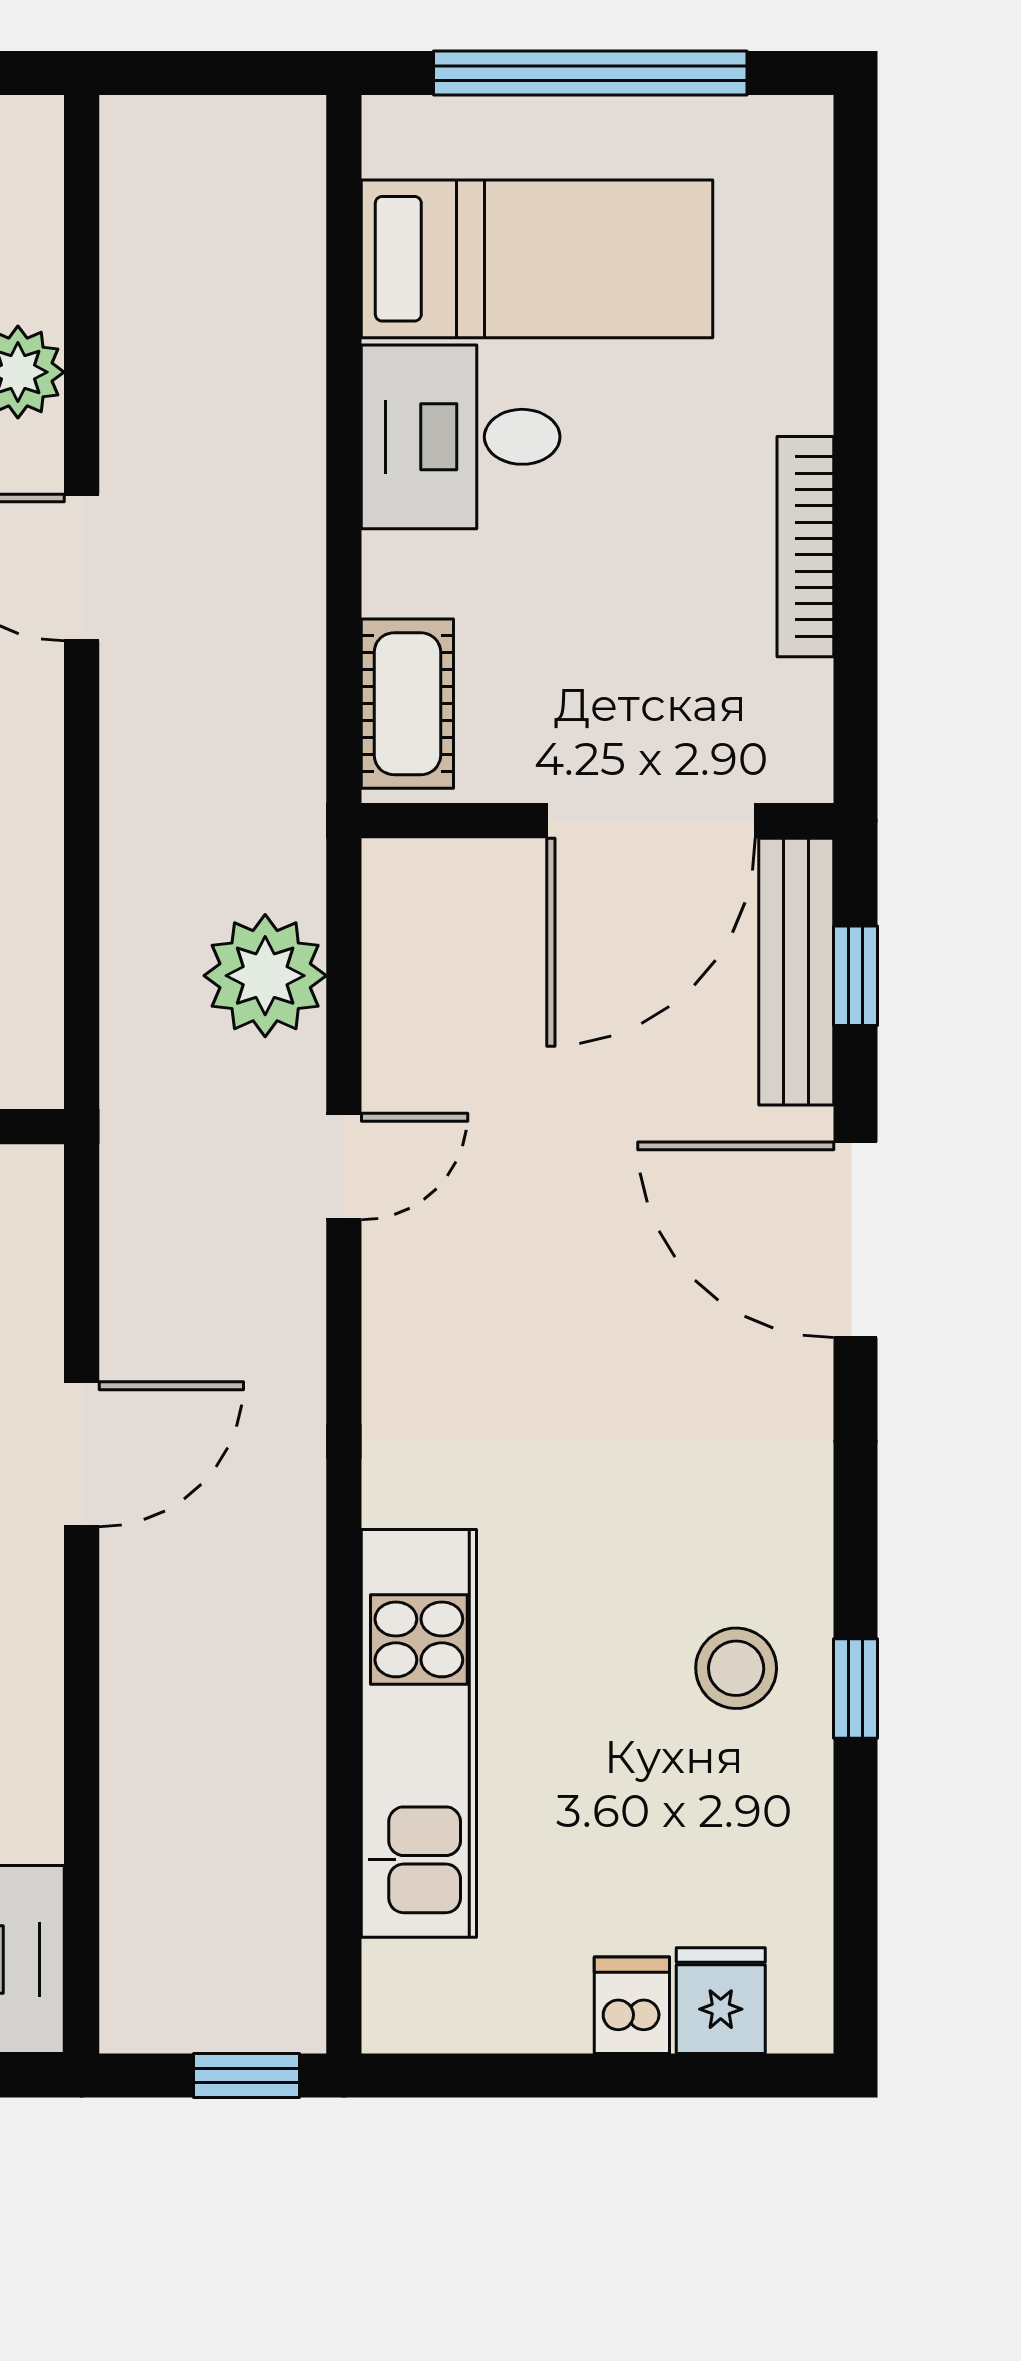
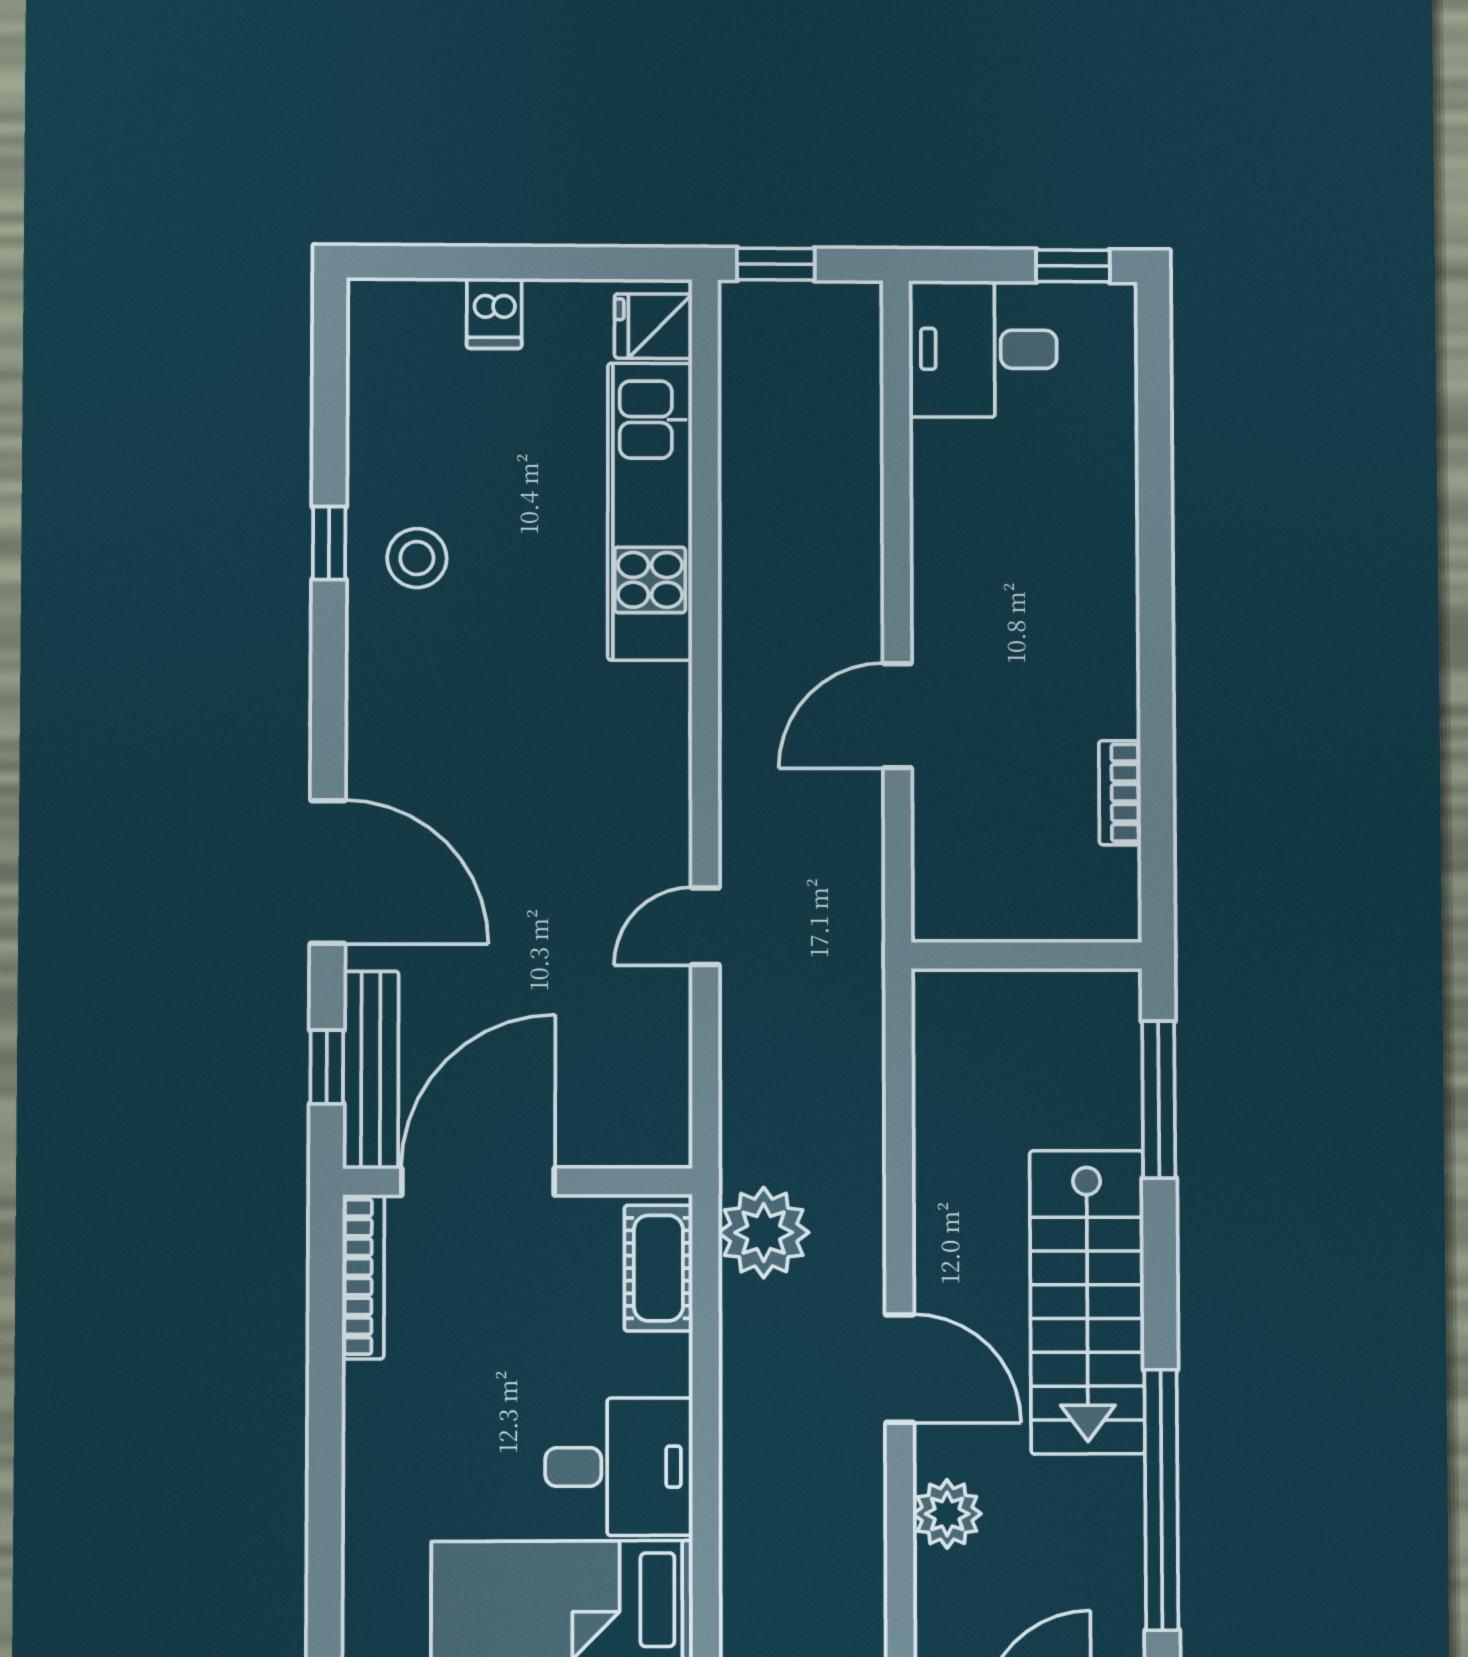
bookcase: (805, 547) -> (363, 1277), moved
plant: (265, 976) -> (764, 1233), moved
fridge: (721, 2001) -> (653, 326), moved, turned 90

